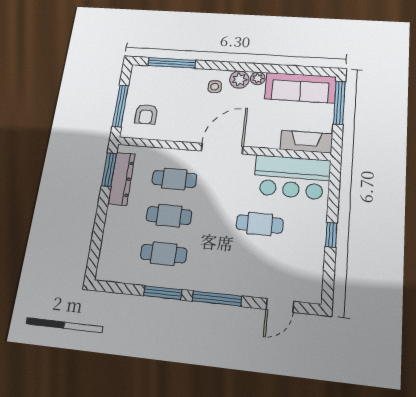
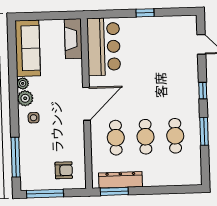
window: (339, 103) -> (38, 16), removed
window: (120, 106) -> (45, 194), moved
door: (222, 149) -> (86, 104), swing flipped
cafe table: (260, 224) -> (143, 67), removed
window: (217, 299) -> (203, 91), width x0.46

